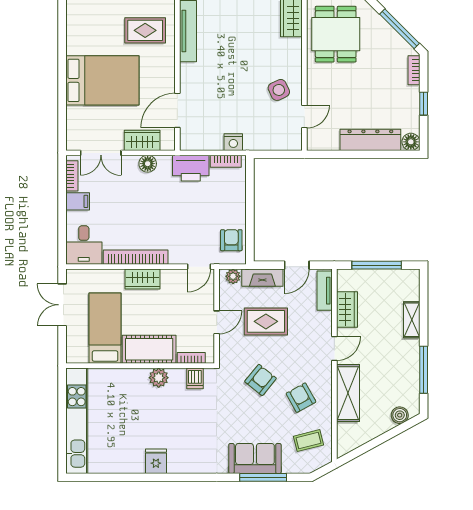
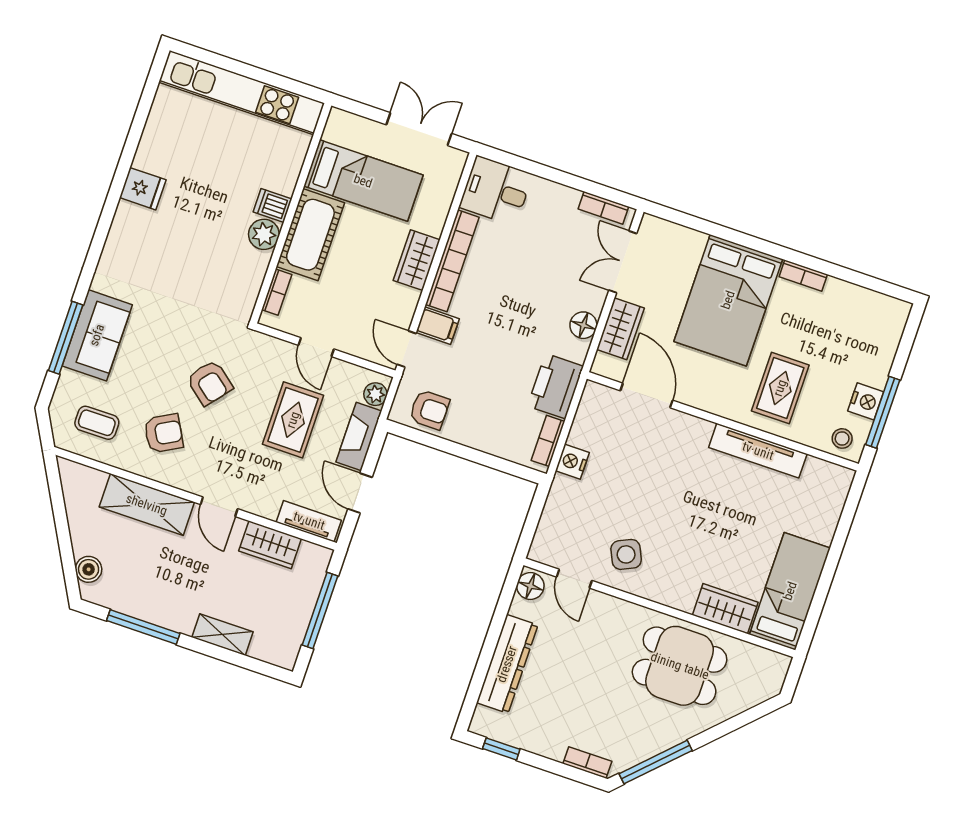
bookcase: (72, 40) -> (803, 276), added
window: (424, 104) -> (501, 749), moved
floor lamp: (411, 142) -> (530, 586), moved
filing cabinet: (78, 201) -> (438, 326), moved, turned -90
dishwasher: (195, 378) -> (273, 205), moved
coffee table: (308, 441) -> (97, 423), turned -76

